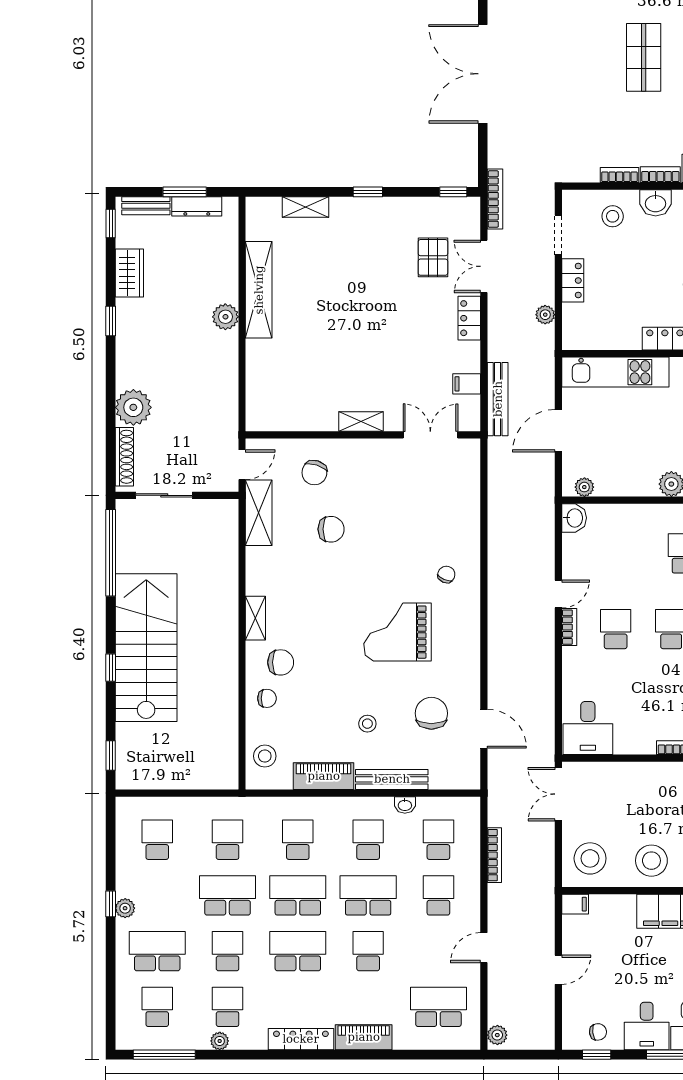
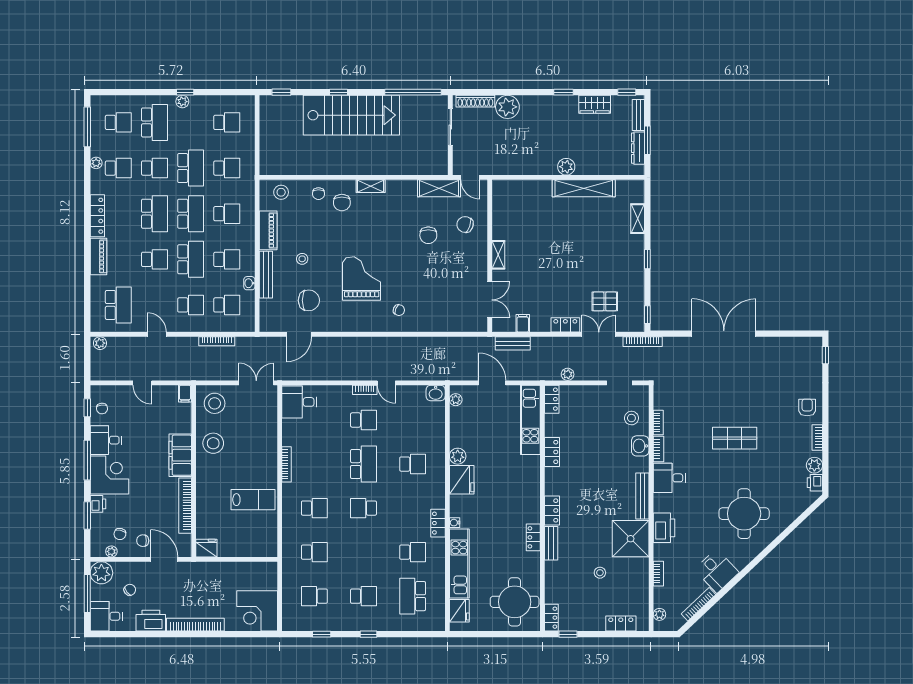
locker: (573, 280) -> (552, 399), moved, turned -90
bench: (498, 399) -> (513, 343), width x0.73

